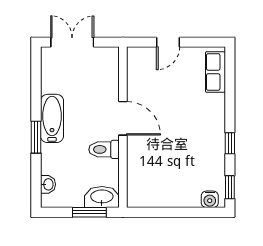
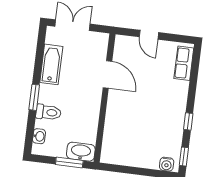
door: (168, 42) -> (149, 35), hinge flipped
bathtub: (52, 118) -> (51, 64), moved
door: (123, 118) -> (107, 74), moved
toilet: (104, 149) -> (48, 112), moved, turned 180

